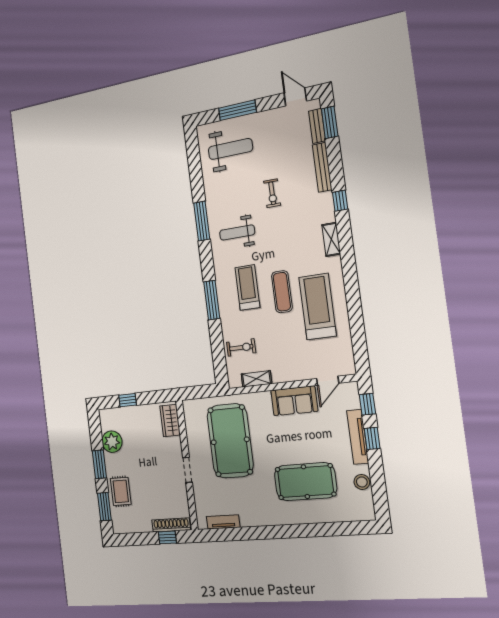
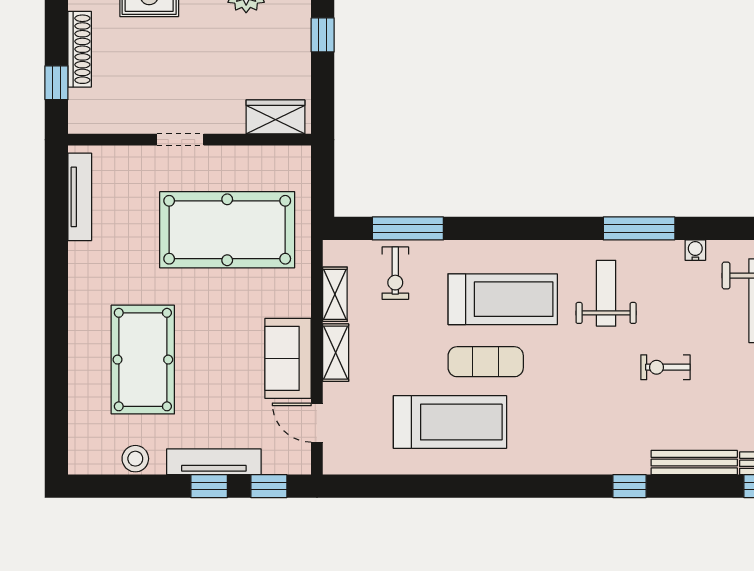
water cooler: (209, 189) -> (695, 250), added
shelving: (331, 239) -> (336, 353), moved, turned 90
treadmill: (247, 288) -> (503, 299), width x1.37, depth x1.38
window: (212, 300) -> (408, 228), moved
tv unit: (223, 522) -> (80, 197), width x1.41
shoe rack: (171, 525) -> (80, 49), moved

